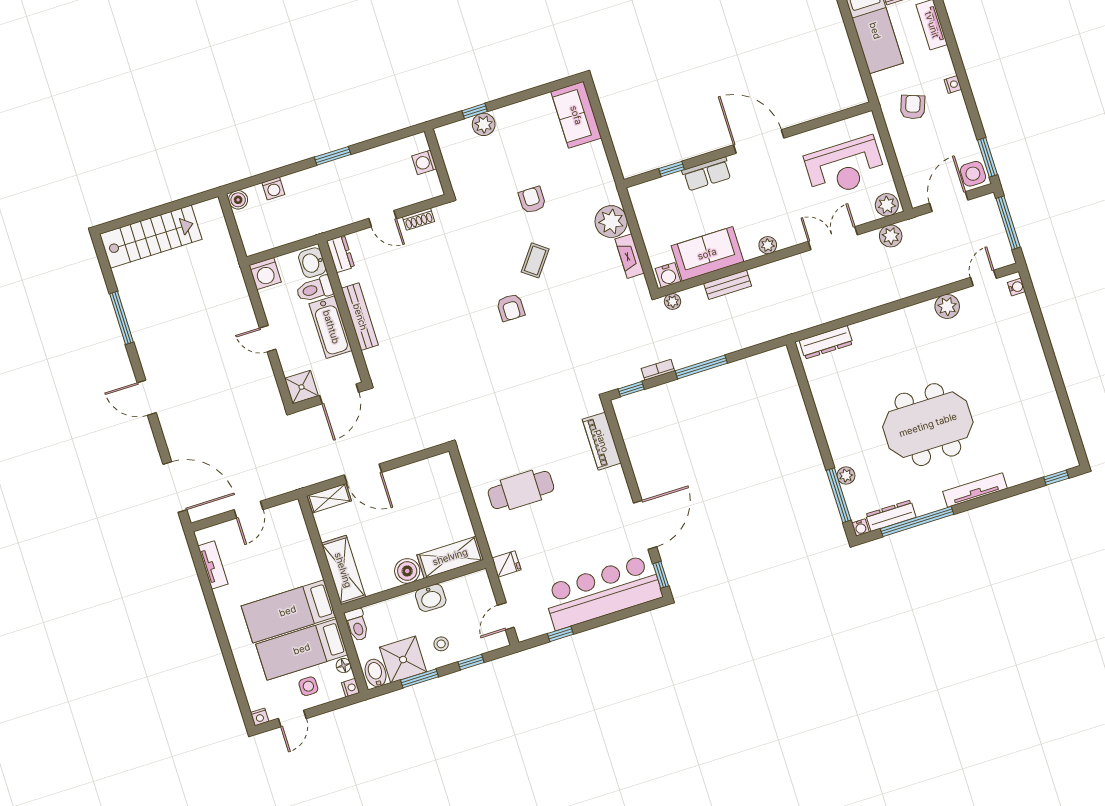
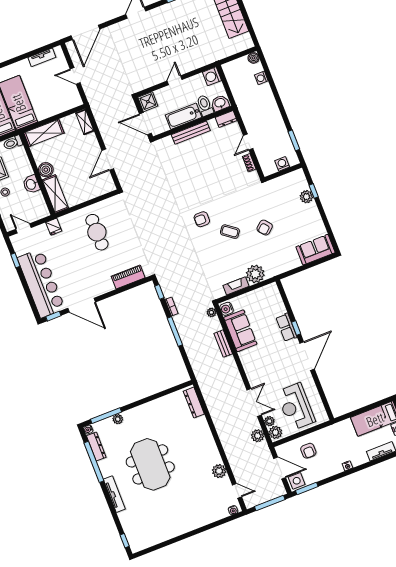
armchair: (913, 107) -> (308, 451), moved, turned 70
window: (333, 156) -> (294, 140), moved
window: (671, 169) -> (296, 328), moved
armchair: (532, 200) -> (265, 228), turned 140
plant: (768, 245) -> (269, 421), moved
door: (363, 474) -> (108, 160), moved

